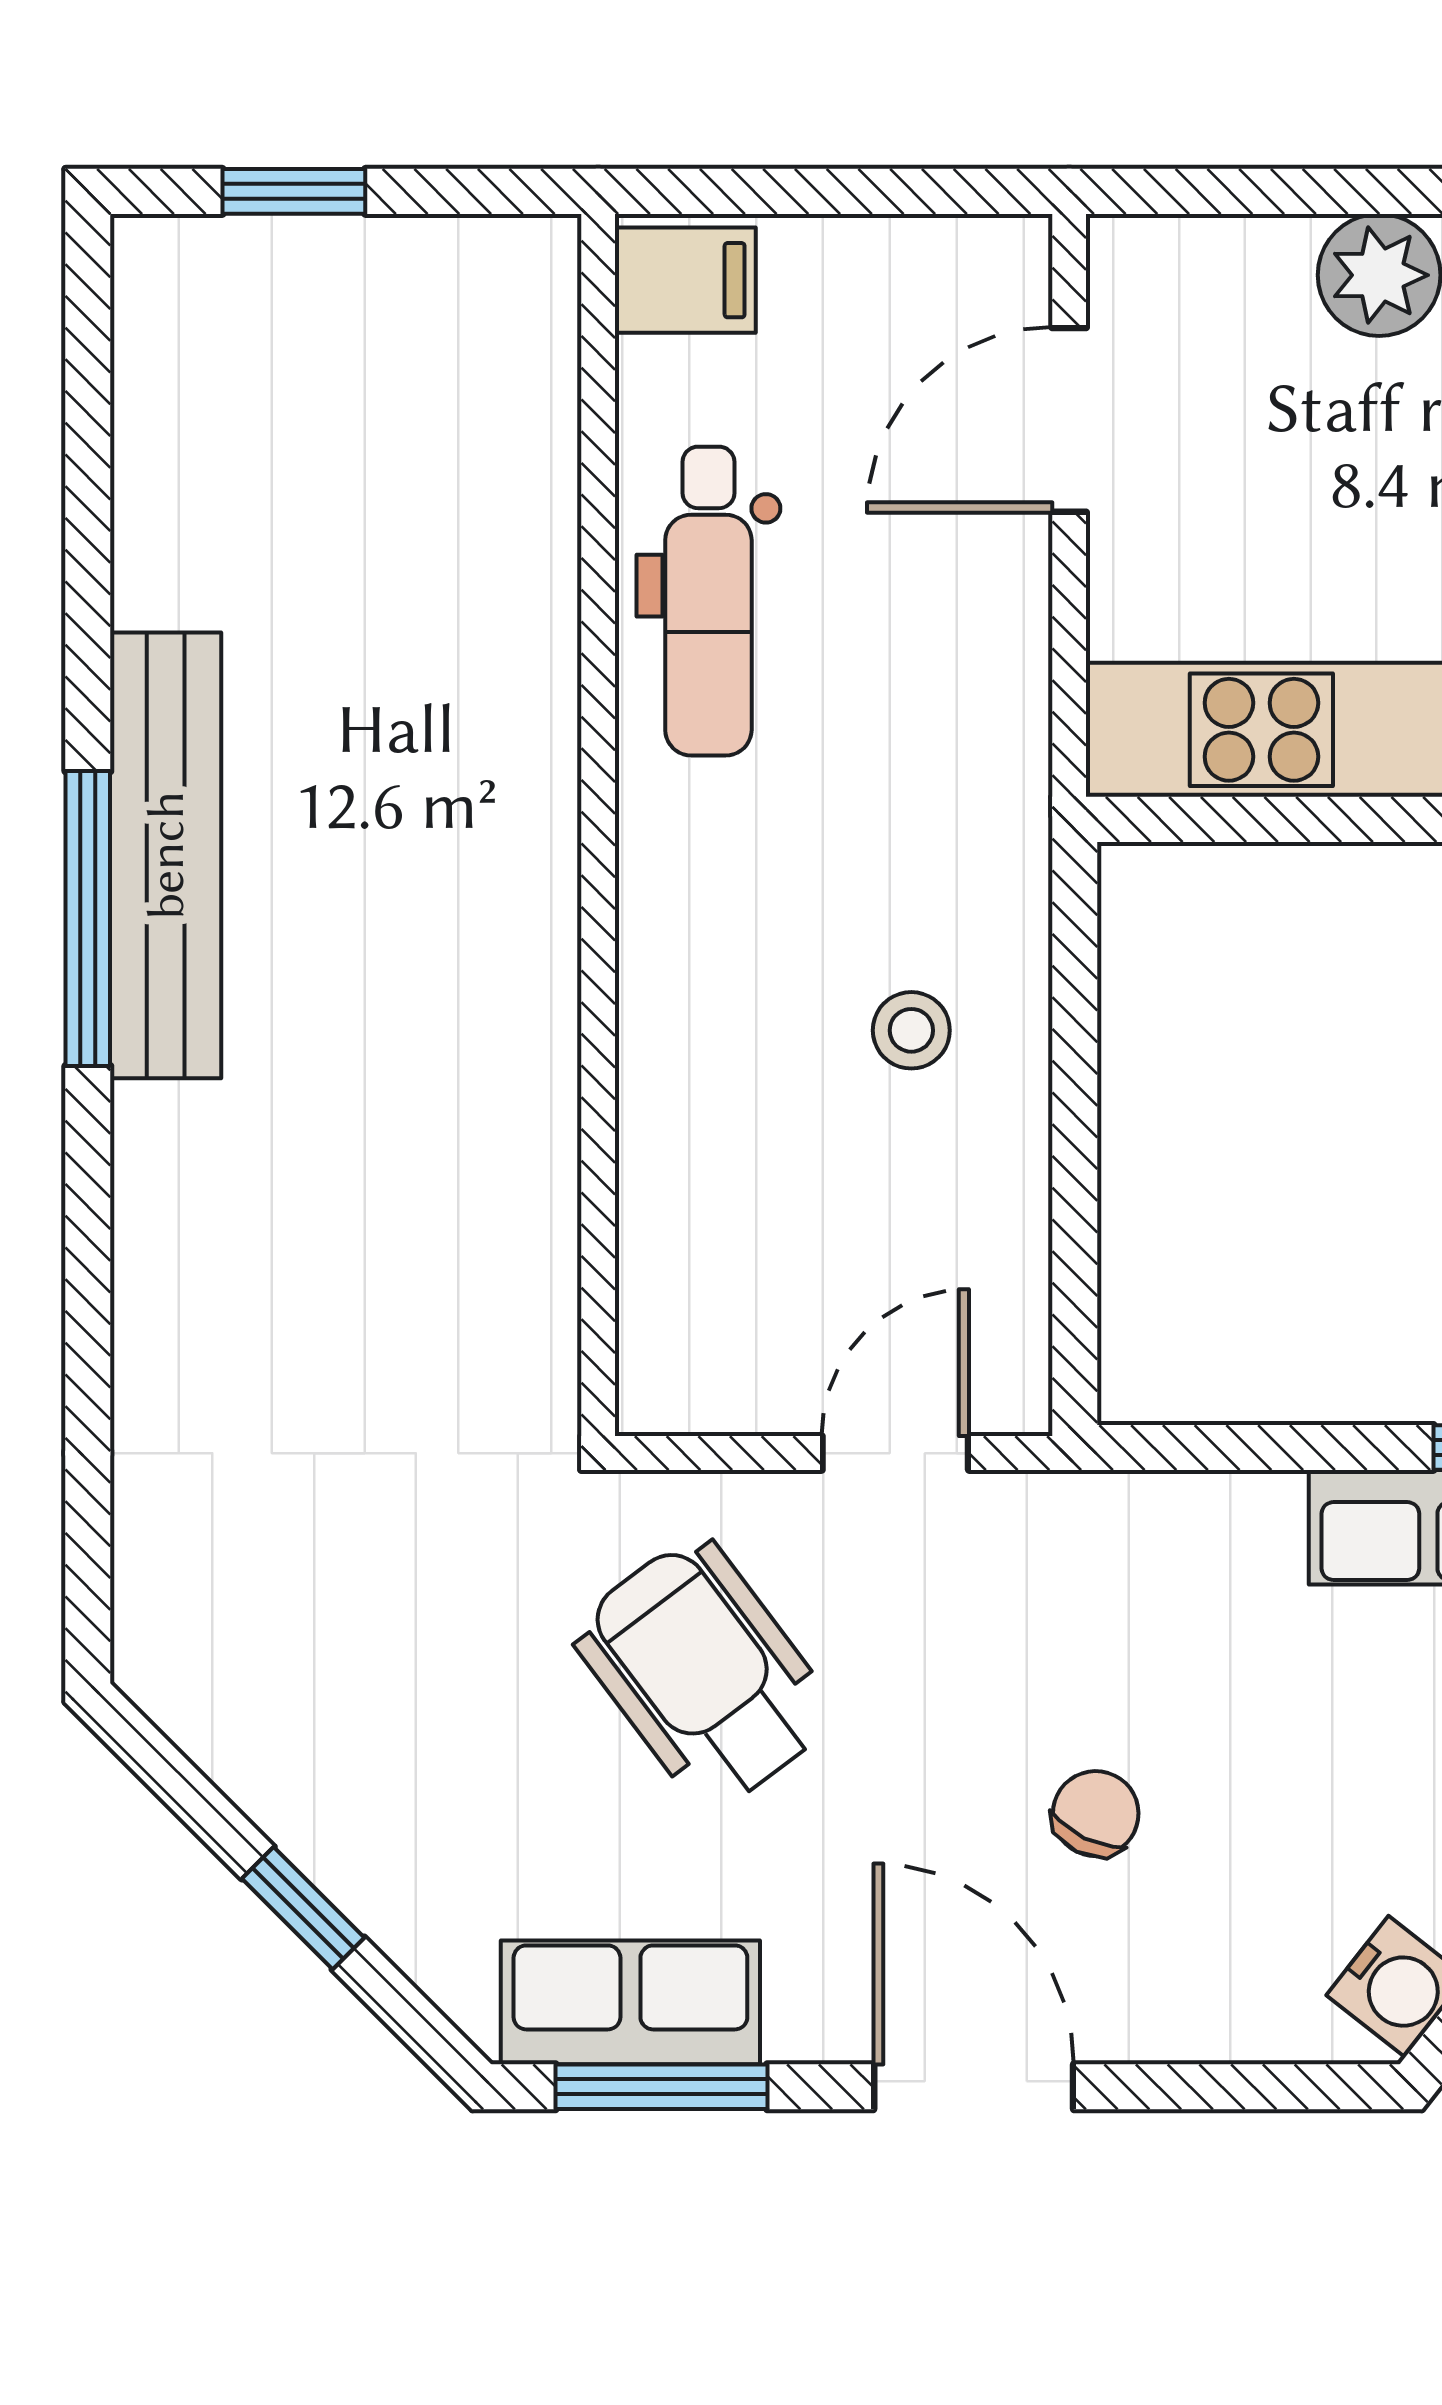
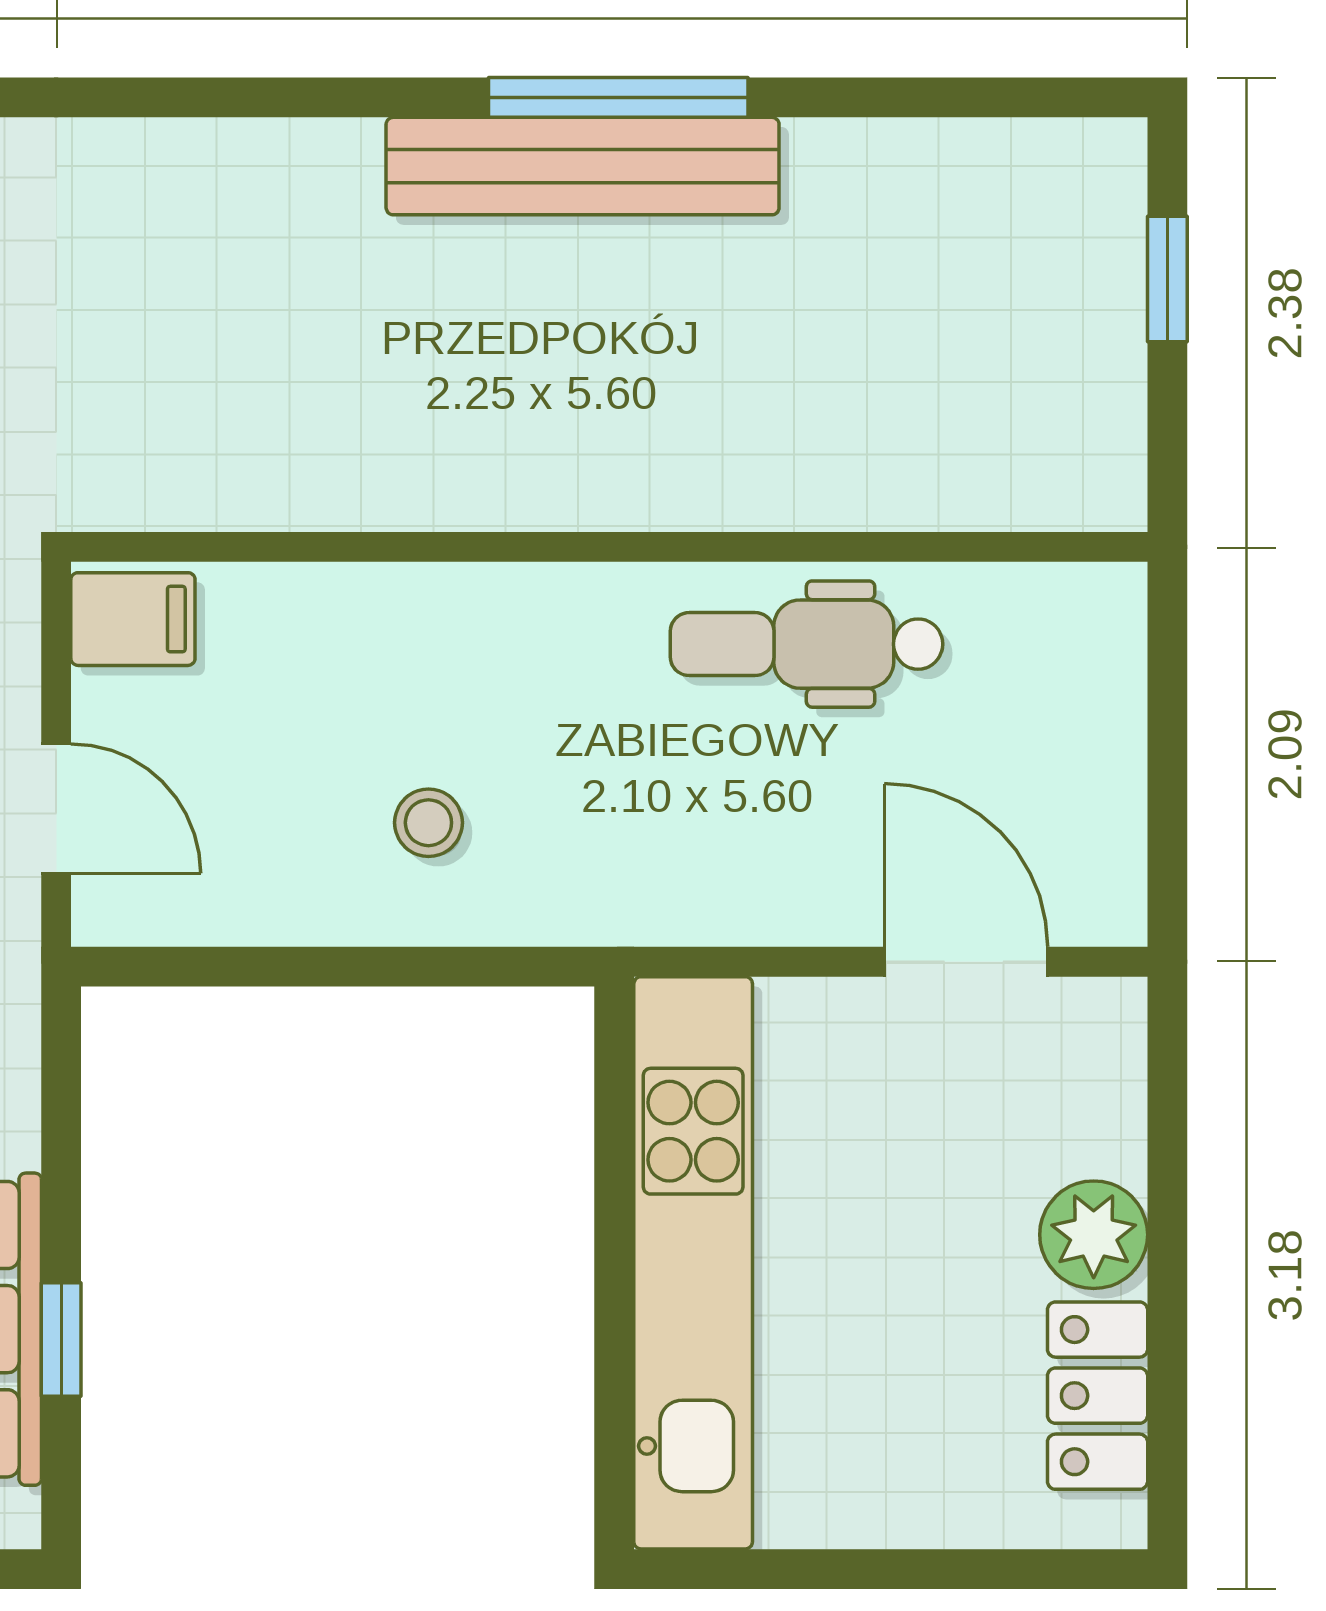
filing cabinet: (685, 280) -> (133, 619), moved, turned -90
window: (88, 919) -> (618, 97), moved

